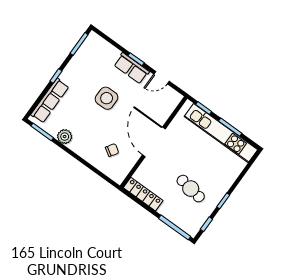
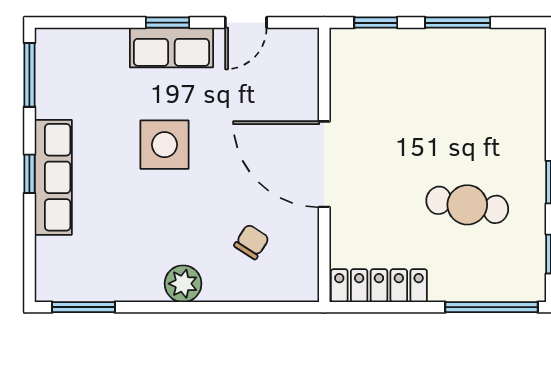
row of seats: (50, 101) -> (53, 177), moved
kitchen unit: (221, 133) -> (447, 48), removed
plant: (65, 137) -> (183, 284), moved

